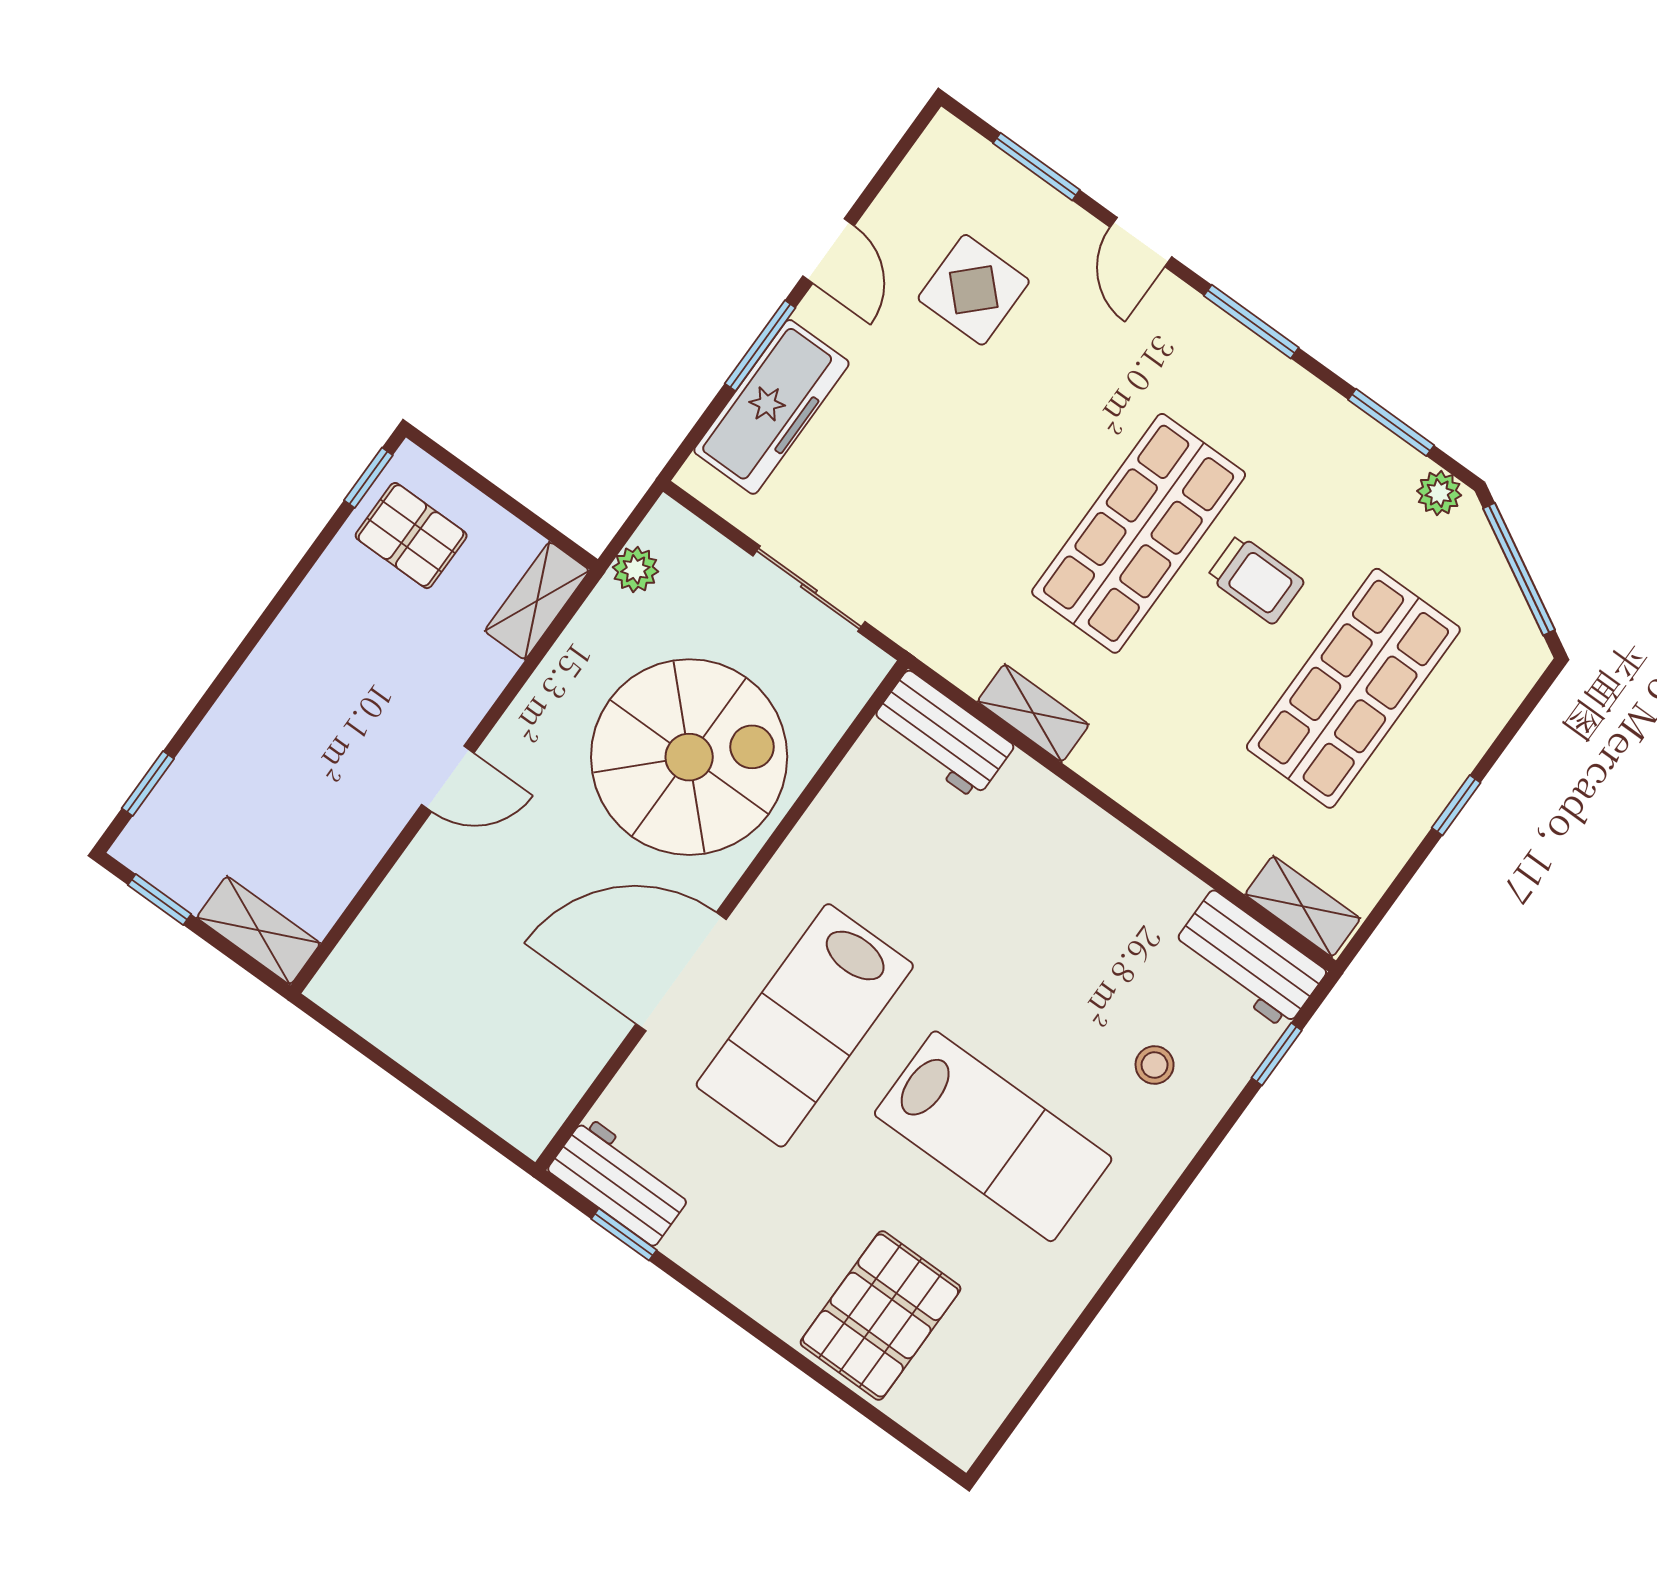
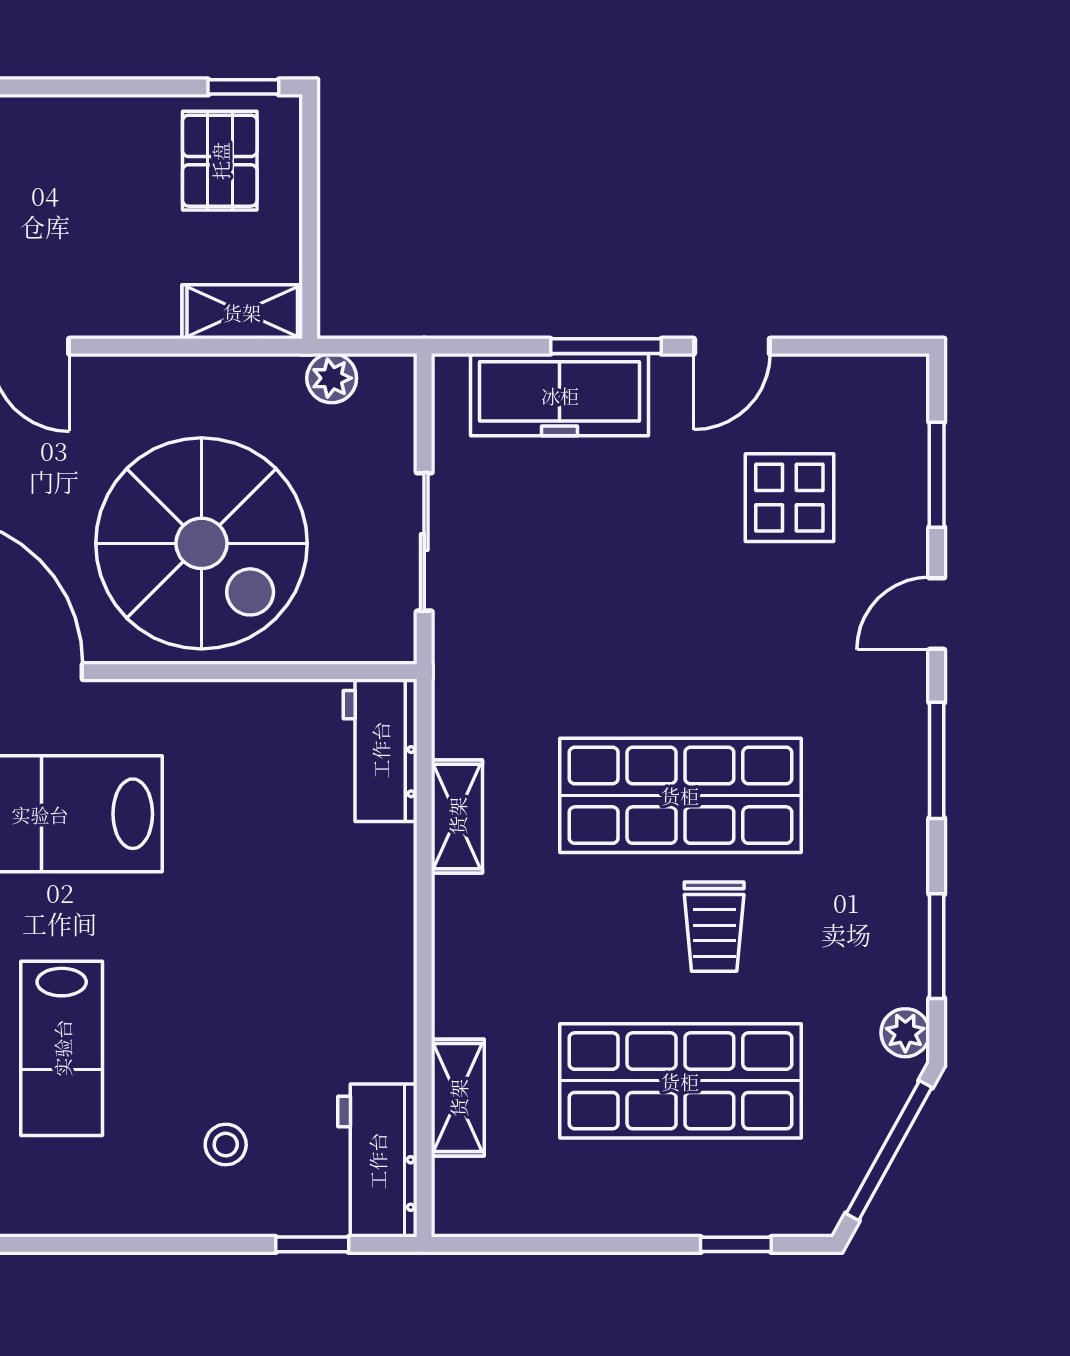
window: (1456, 805) -> (736, 1244), moved
shelving: (1303, 906) -> (458, 1098), moved
lab bench: (993, 1136) -> (62, 1048), width x0.73, depth x0.72

